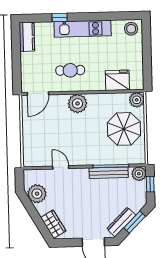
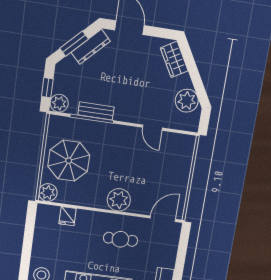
fridge: (117, 80) -> (68, 216), width x0.53, depth x0.75
bench: (109, 173) -> (96, 111), width x0.73

